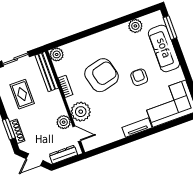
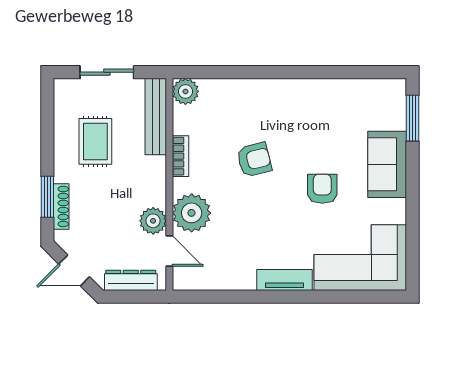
plant: (135, 26) -> (350, 92), removed
sofa: (164, 48) -> (387, 164), width x0.73
armchair: (101, 75) -> (254, 160), width x0.53, depth x0.53

